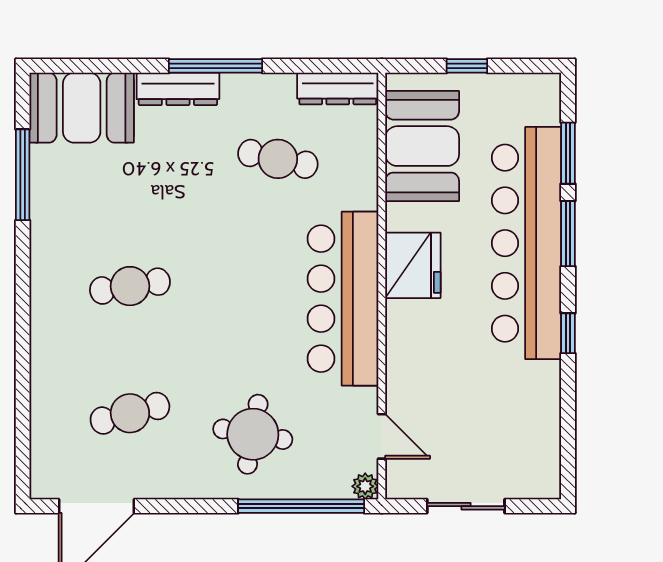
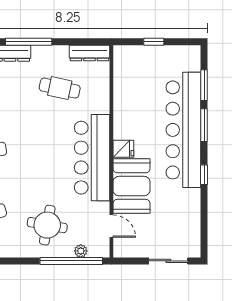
booth: (422, 146) -> (131, 186), moved
fridge: (413, 265) -> (123, 149), width x0.53, depth x0.75
plant: (365, 486) -> (81, 251), moved
sliding door: (466, 506) -> (168, 261), moved

